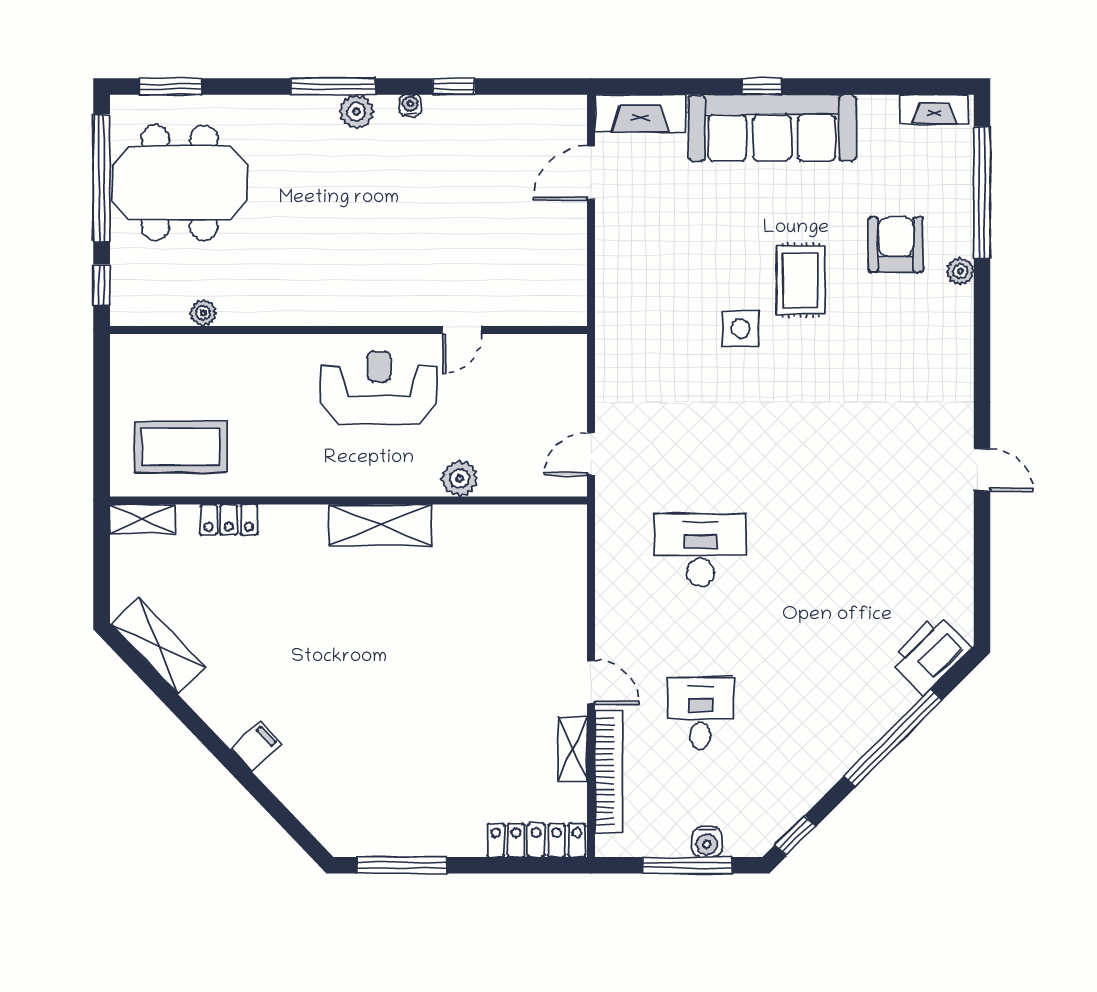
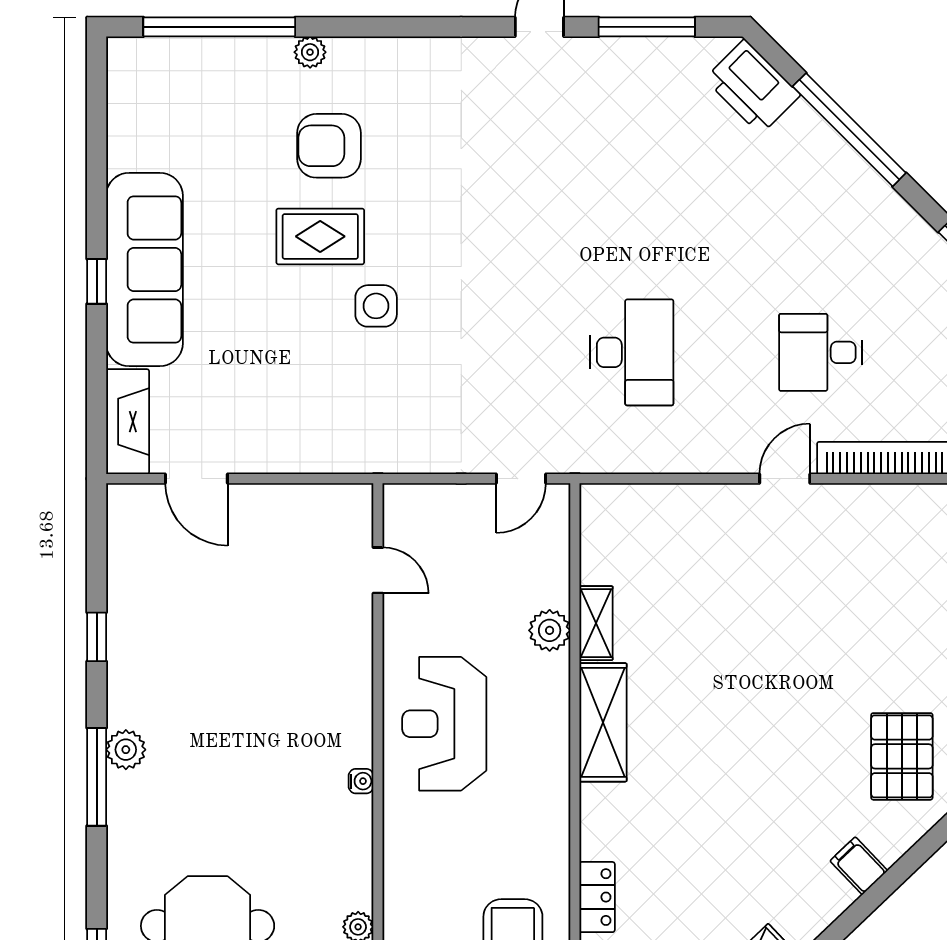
water cooler: (410, 105) -> (361, 781), moved, turned 180
fireplace: (934, 109) -> (123, 82), removed
armchair: (896, 244) -> (329, 146), moved
door: (462, 330) -> (378, 570), moved
door: (591, 454) -> (521, 479), hinge flipped
desk: (700, 550) -> (632, 352), turned 180
window: (982, 563) -> (647, 27), added
shelving: (573, 749) -> (596, 623), moved, turned 90
pallet: (351, 784) -> (902, 756), added

